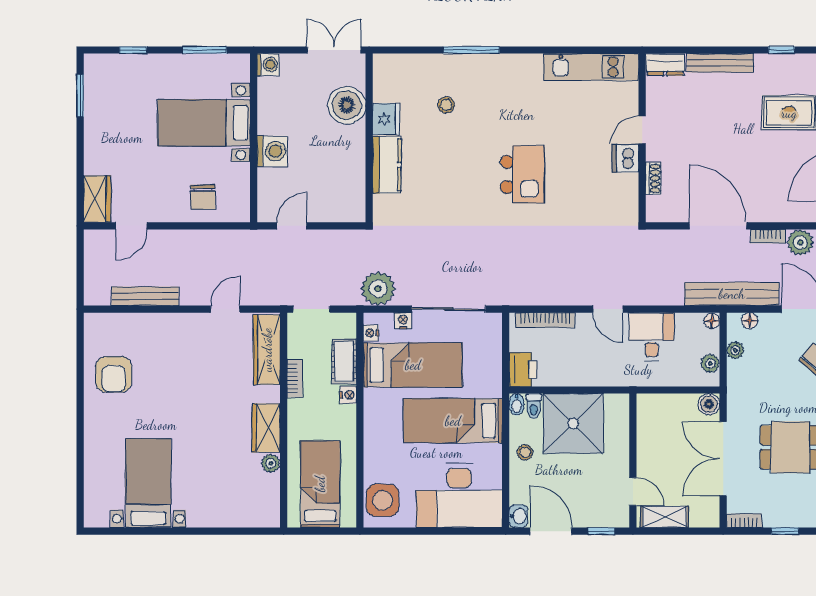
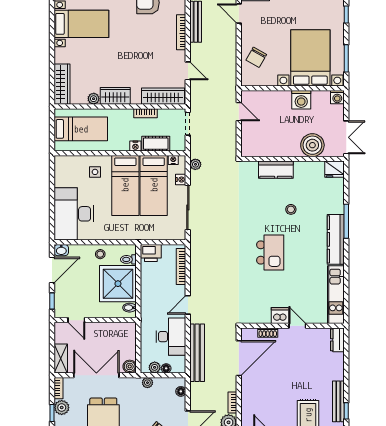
bench: (720, 63) -> (338, 401), moved
kitchen counter: (501, 67) -> (336, 239), added
stool: (446, 105) -> (291, 209), moved
fridge: (386, 119) -> (334, 169), moved
bed with nightstands: (204, 123) -> (310, 58), width x1.36
washing machine: (272, 151) -> (301, 100), moved
kitchen island: (522, 174) -> (270, 252), turned -90
chair: (203, 197) -> (256, 57), turned -60
door: (718, 226) -> (239, 358), moved
plant: (378, 289) -> (195, 164), width x0.53, depth x0.53
bench: (732, 294) -> (197, 353), moved
bookcase: (162, 320) -> (181, 32), added
floor lamp: (712, 321) -> (166, 368), moved
desk: (652, 337) -> (171, 337), width x1.37
plant: (735, 350) -> (147, 383), moved
bidet: (517, 404) -> (130, 308), moved
bed: (453, 421) -> (125, 185), moved, turned 180
door: (633, 491) -> (76, 320), hinge flipped
side table: (383, 500) -> (95, 172), moved, width x0.54, depth x0.54
wardrobe: (247, 515) -> (62, 84), added
plant: (776, 515) -> (62, 408), added
shelving: (665, 517) -> (61, 358), moved

